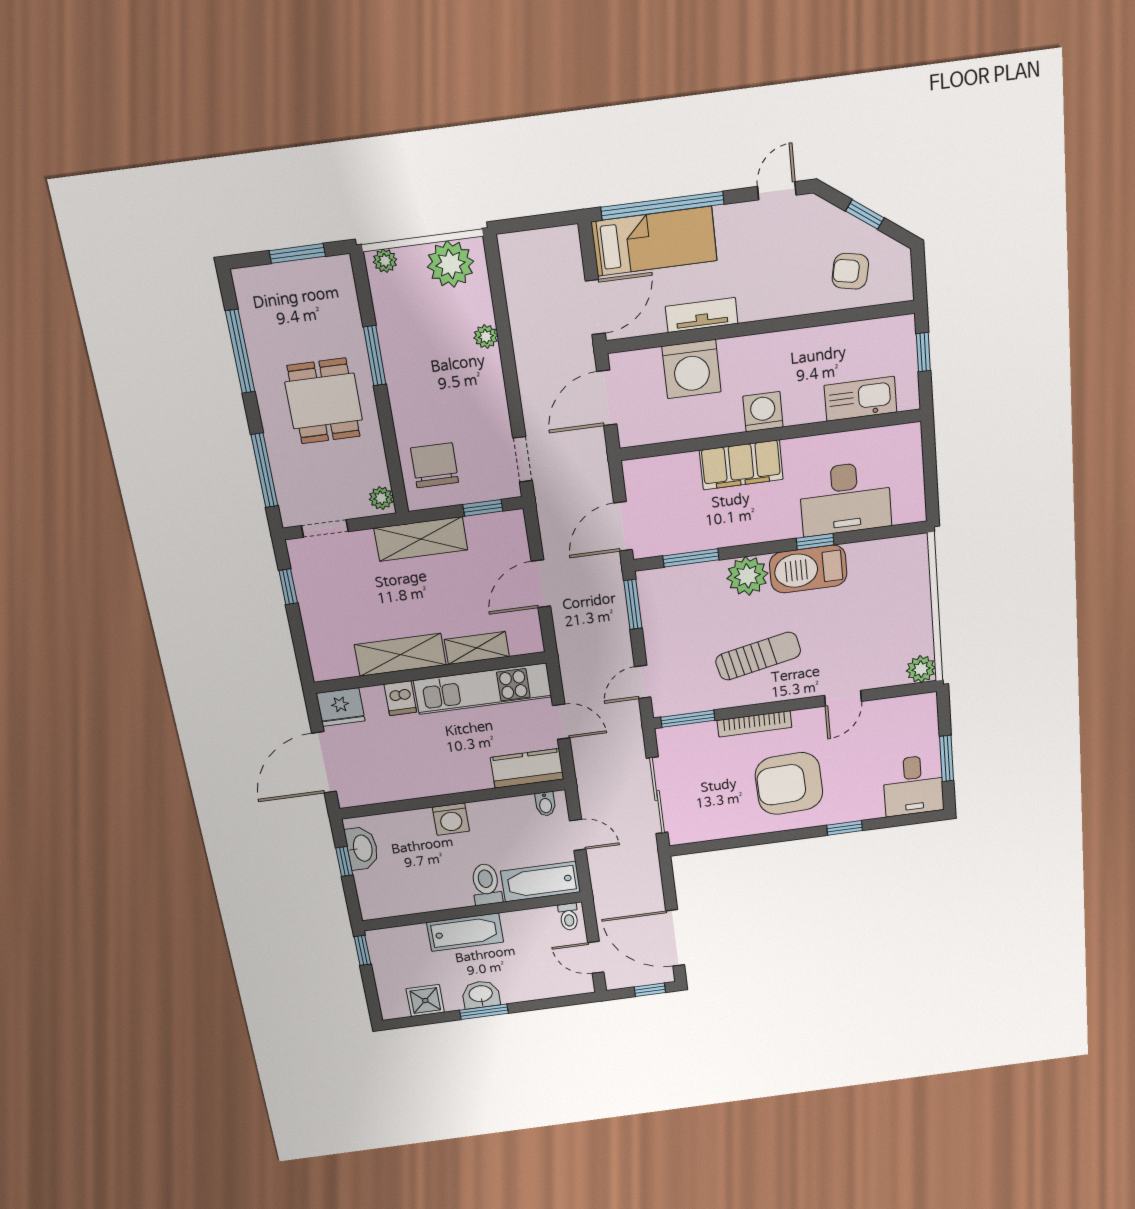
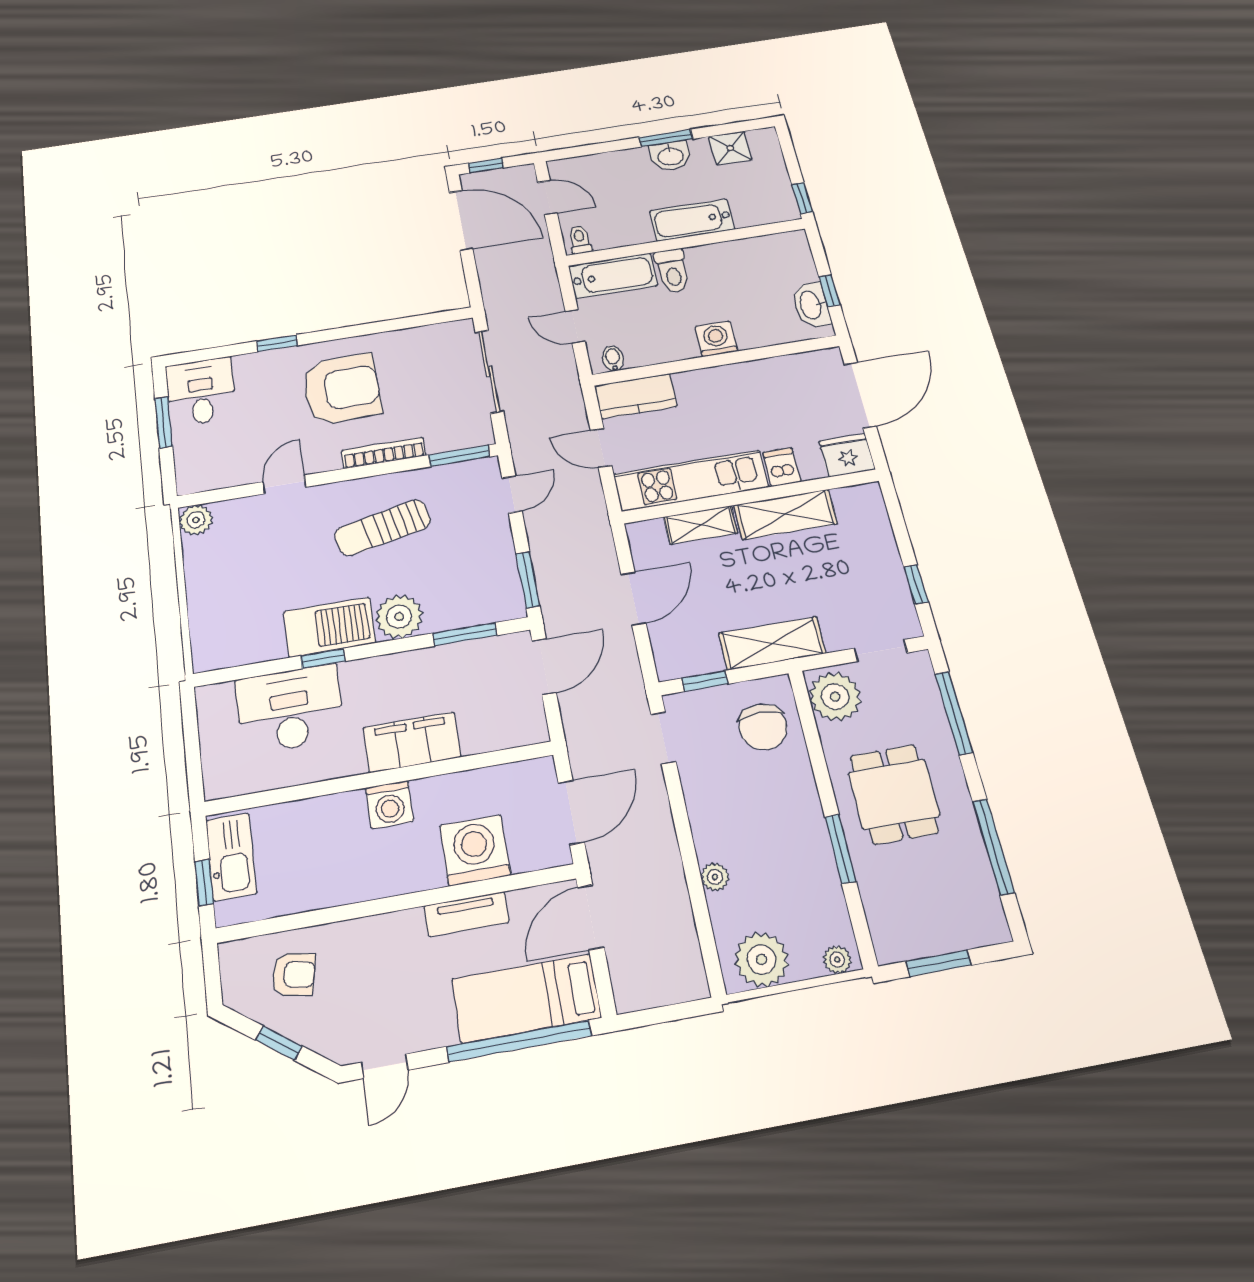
kitchen sink: (860, 399) -> (231, 857), moved, turned -90
plant: (381, 498) -> (835, 697), width x1.87, depth x1.87

